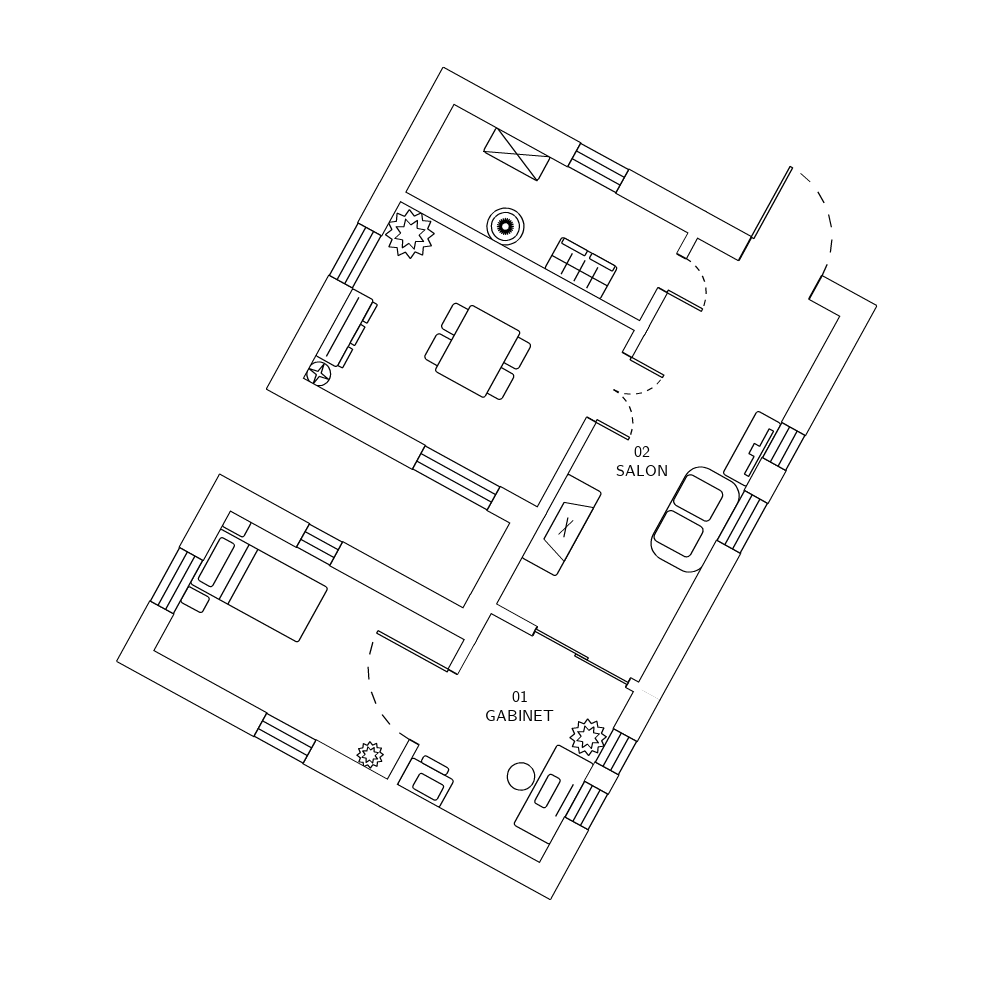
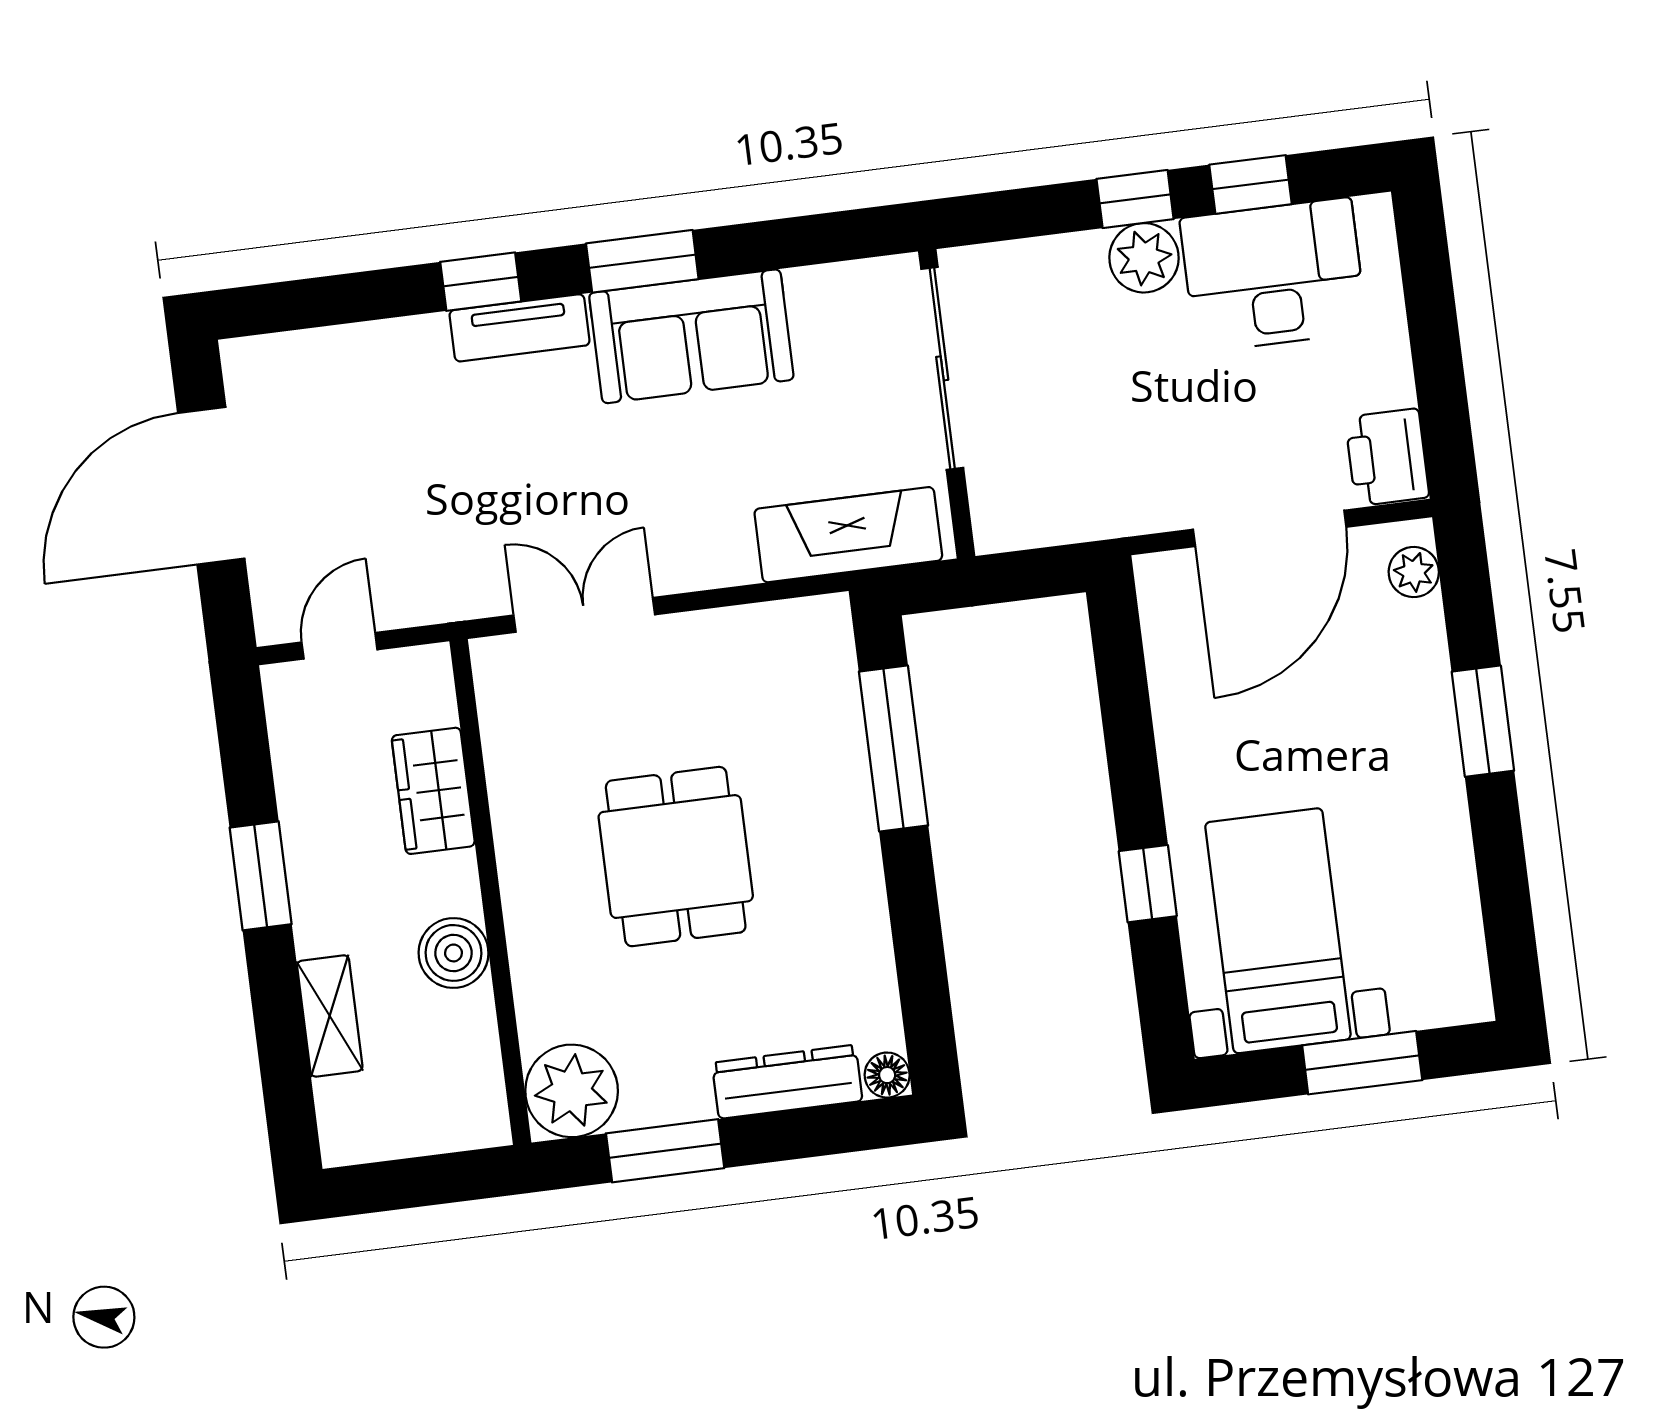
wall: (565, 648) -> (947, 404), moved
sliding door: (581, 657) -> (942, 368), moved

